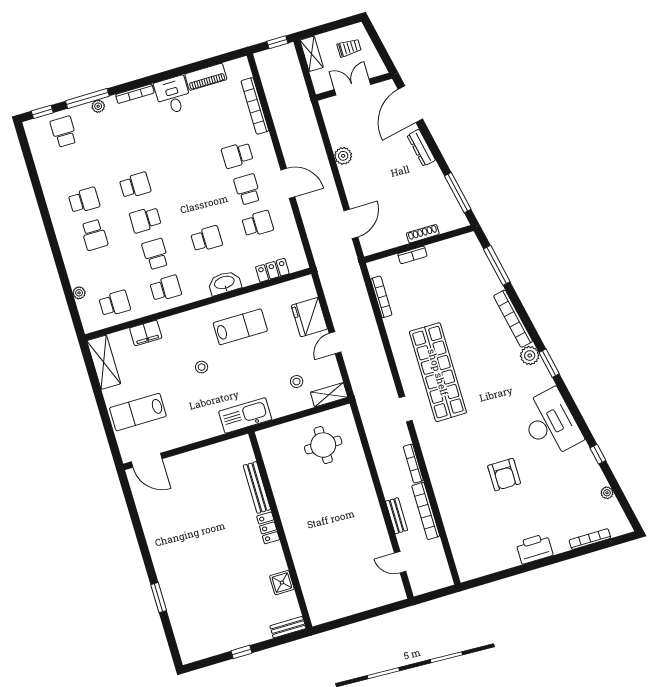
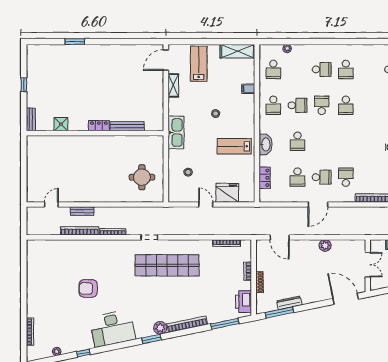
dresser: (421, 148) -> (289, 303), moved
school desk: (94, 235) -> (322, 69), turned 180
lab bench: (240, 327) -> (234, 146), turned 90
filing cabinet: (146, 333) -> (248, 89), width x0.50
shelving: (329, 395) -> (173, 85), moved
printer: (534, 549) -> (244, 302), moved, turned 180

